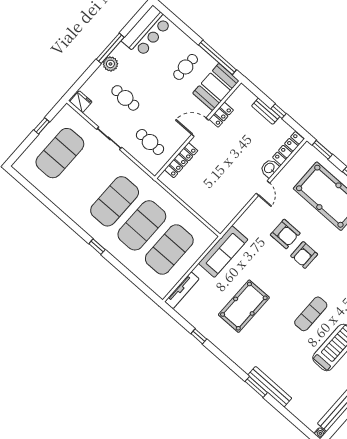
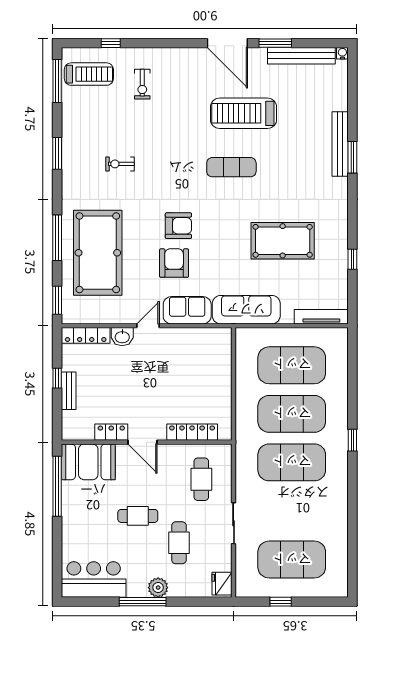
cafe table: (186, 67) -> (138, 516), moved
sofa: (252, 218) -> (187, 310), added

